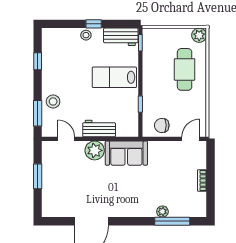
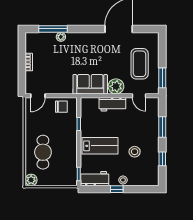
stool: (53, 101) -> (135, 152), moved
window: (38, 113) -> (162, 127), moved
window: (38, 176) -> (162, 78), moved
coffee table: (66, 178) -> (140, 64), added

